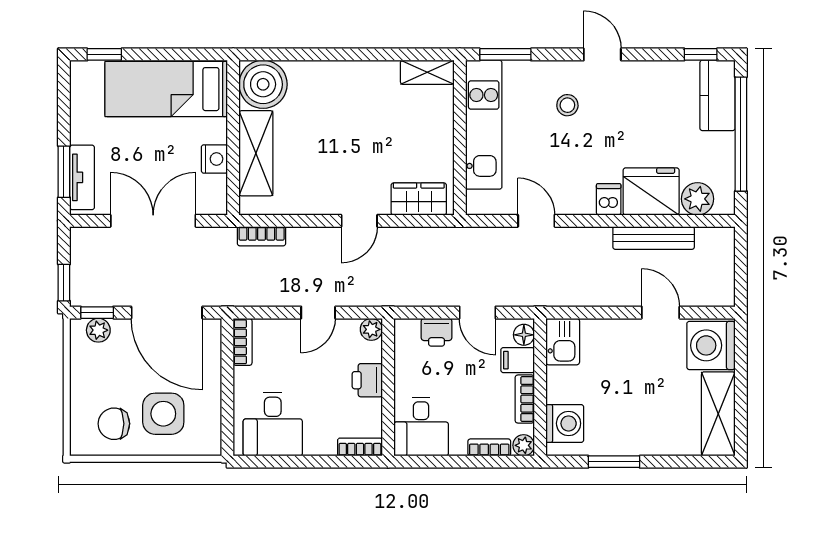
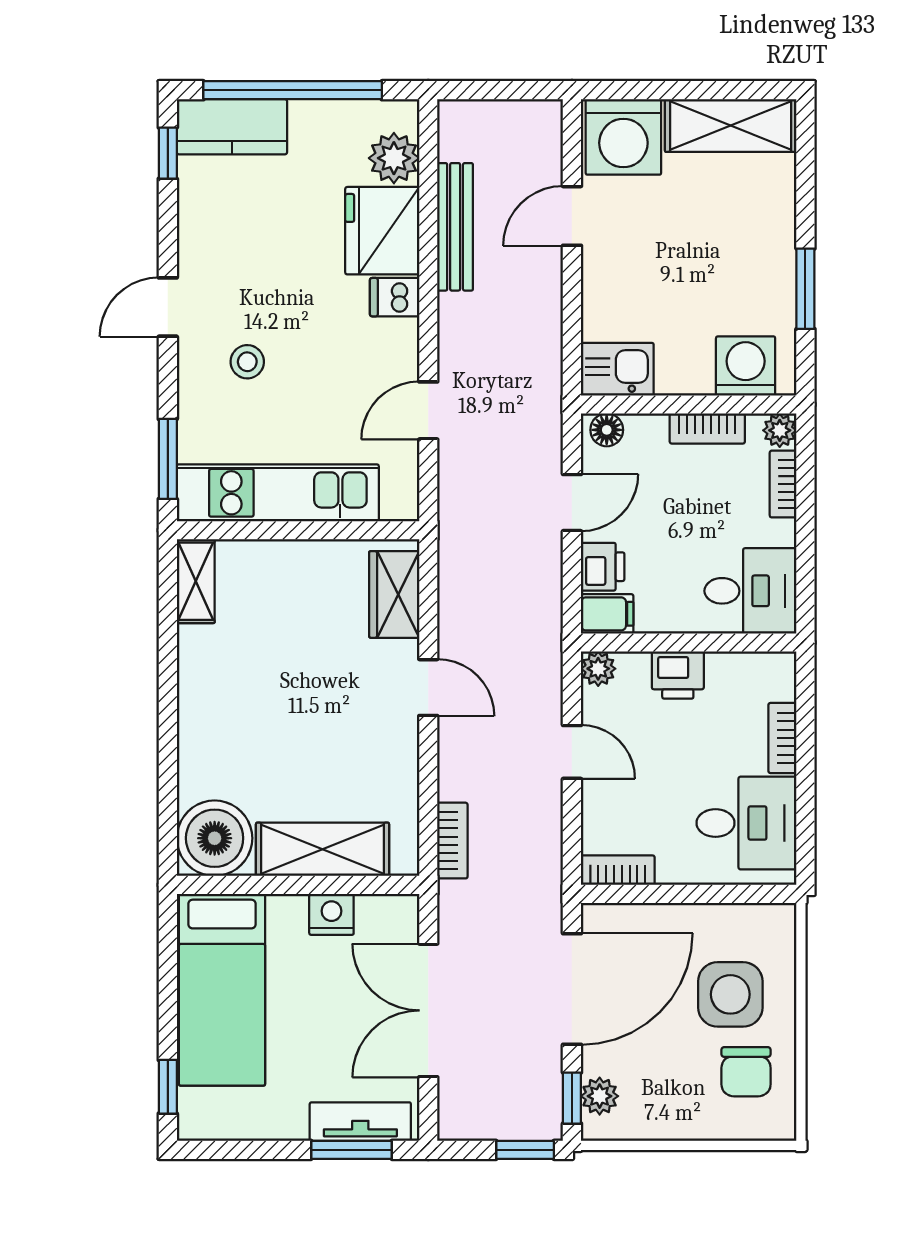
filing cabinet: (518, 360) -> (607, 614), moved, turned -90
bookcase: (360, 447) -> (782, 738), moved

